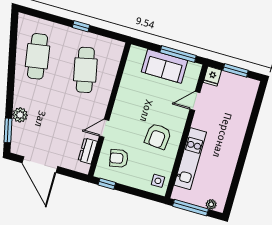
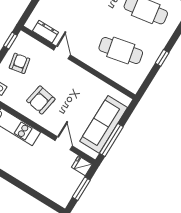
sofa: (165, 66) -> (104, 124), width x1.36
armchair: (158, 136) -> (41, 100), turned -85
armchair: (119, 158) -> (19, 63), moved

